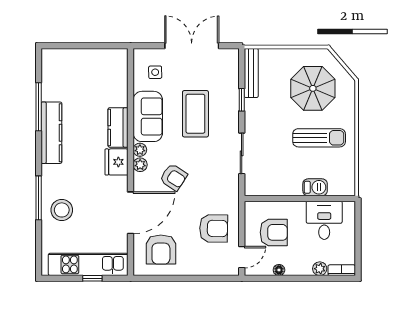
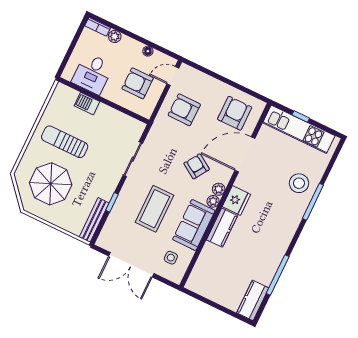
kitchen counter: (51, 133) -> (253, 300), moved, width x0.67

